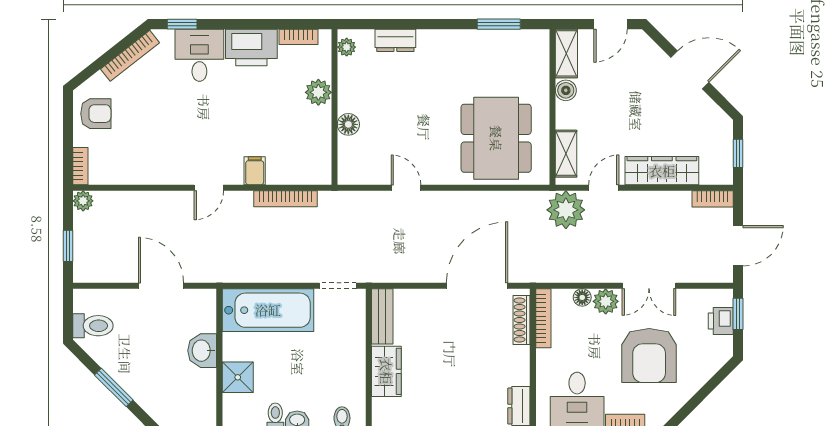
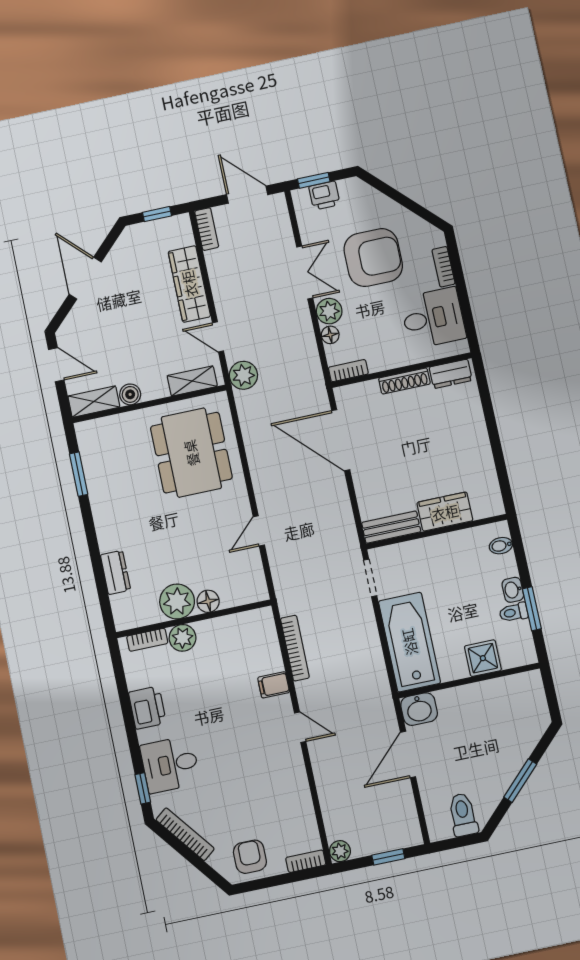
bookcase: (299, 37) -> (147, 640), moved, turned 90
printer: (251, 47) -> (147, 708), width x0.73, depth x0.84
plant: (347, 47) -> (177, 601), moved, width x1.87, depth x1.87
dining table: (496, 138) -> (191, 453), turned 90
plant: (566, 210) -> (243, 375), width x0.73, depth x0.73
bookcase: (543, 318) -> (348, 371), width x0.64
shoe rack: (522, 320) -> (404, 381), moved
washbasin: (202, 351) -> (419, 709), moved

